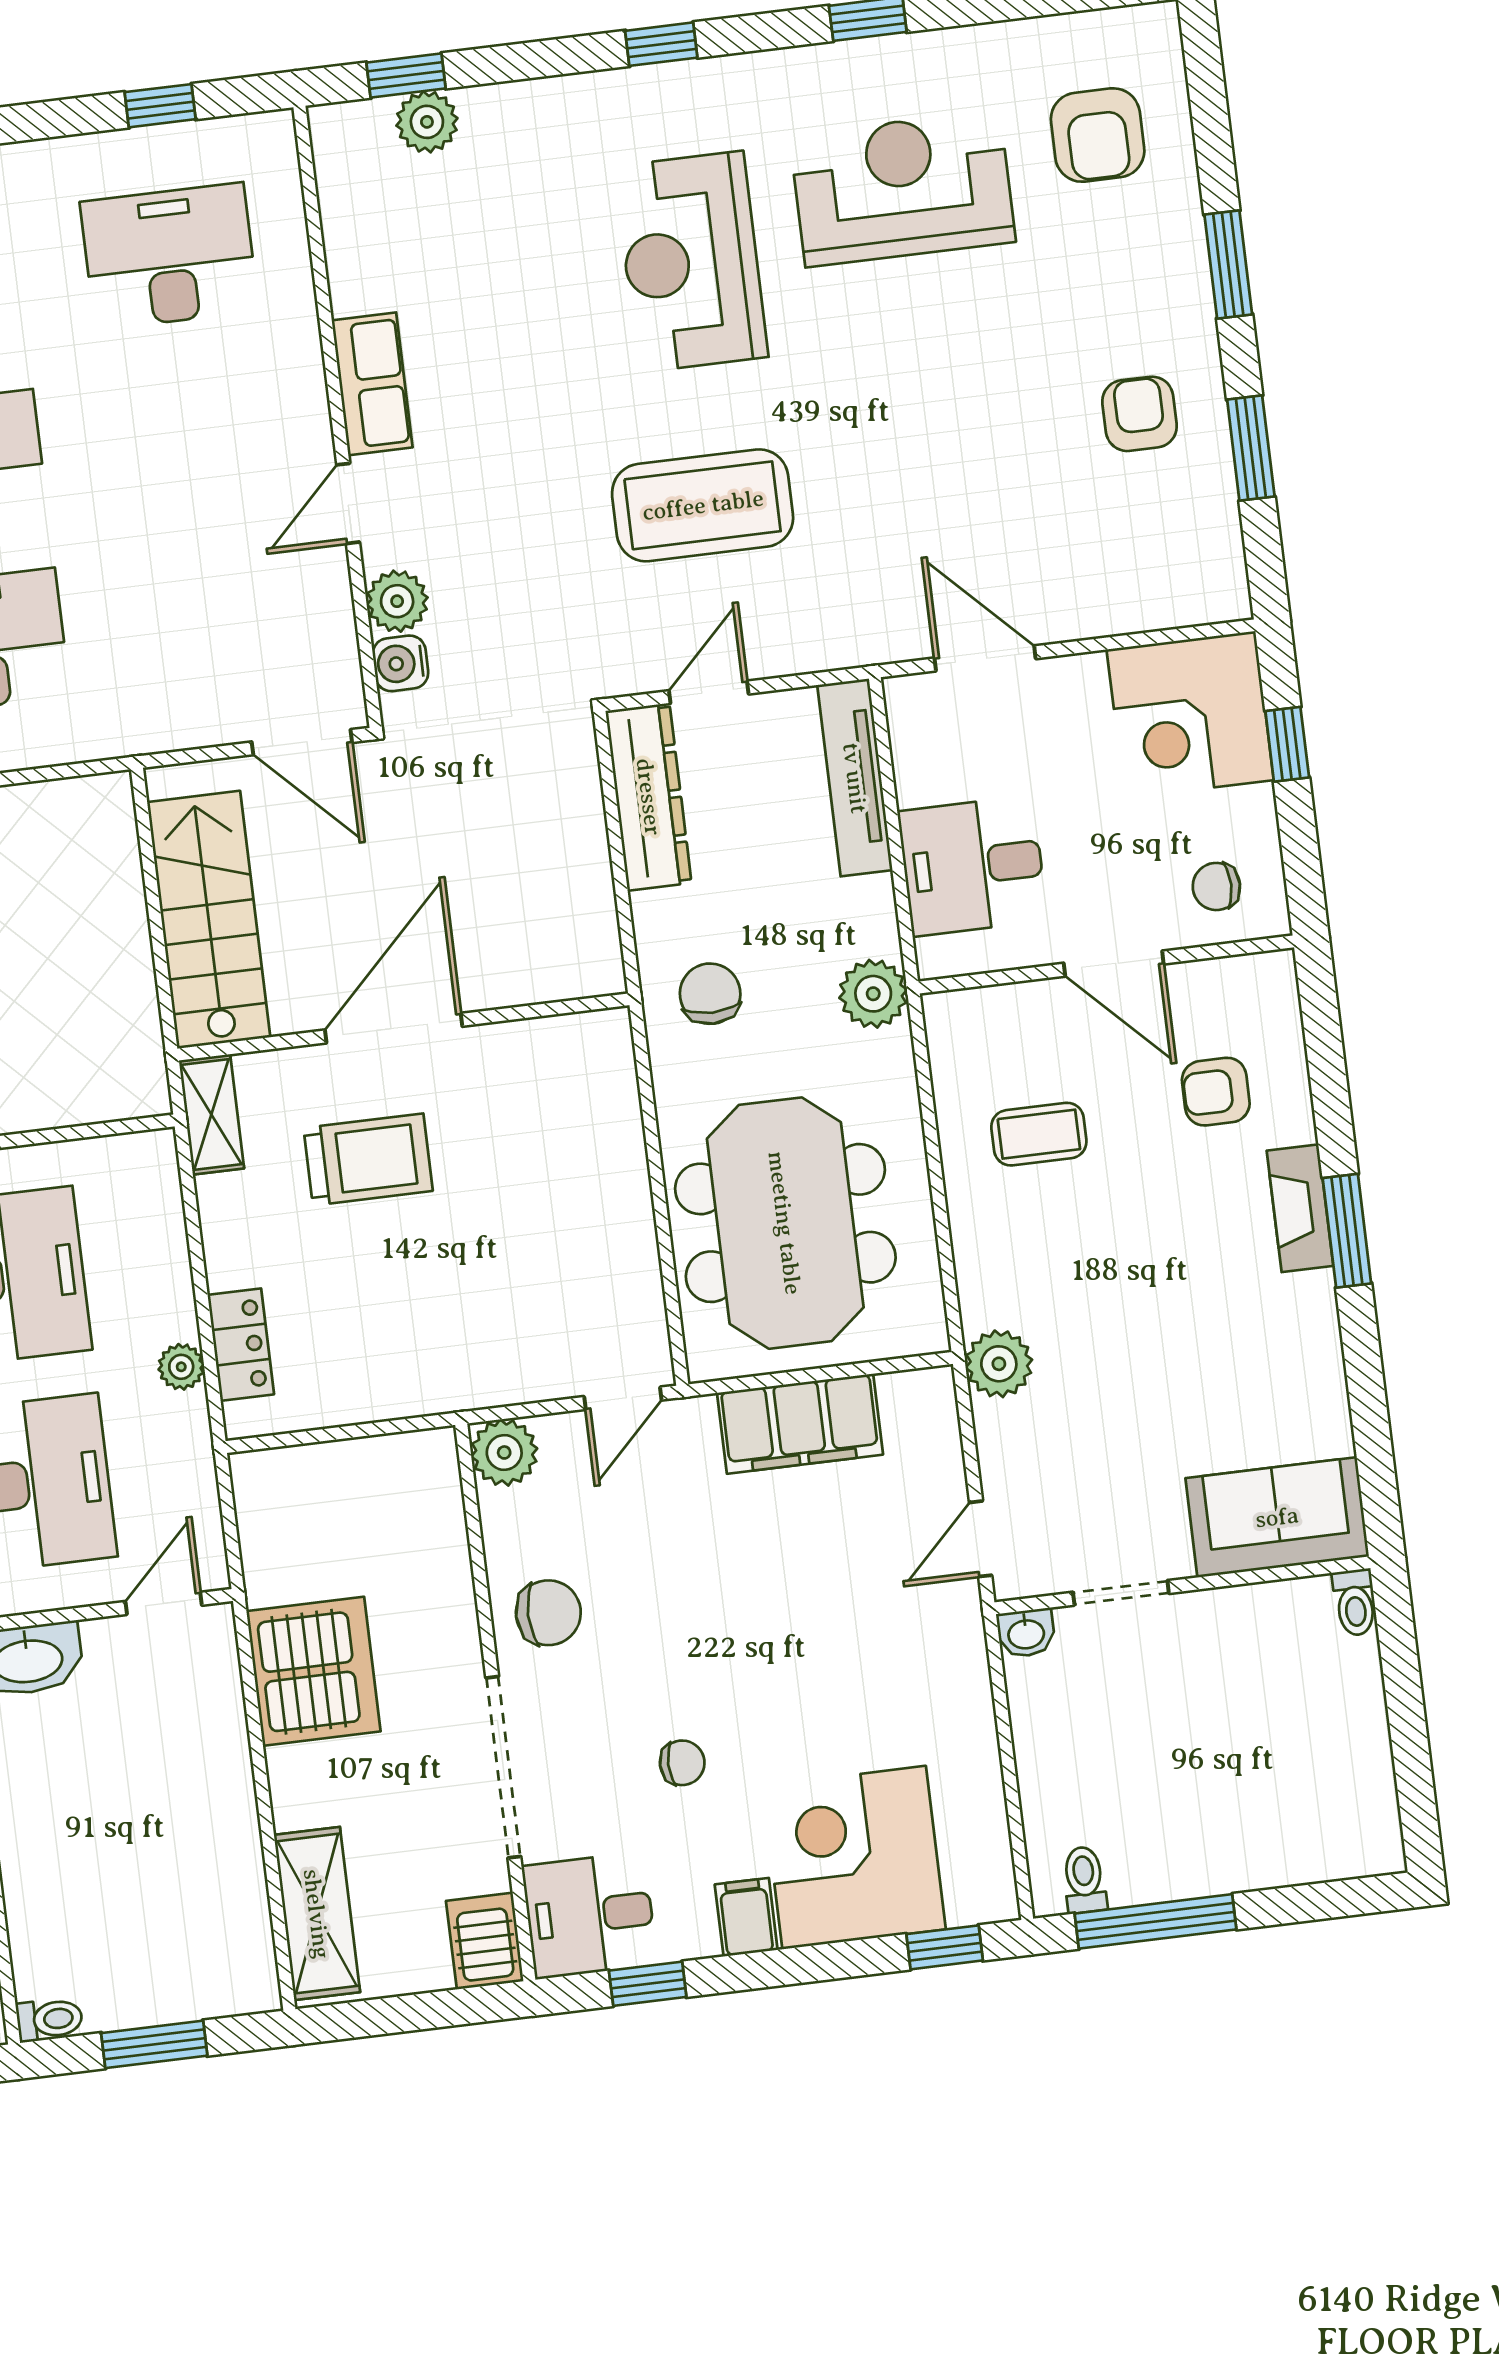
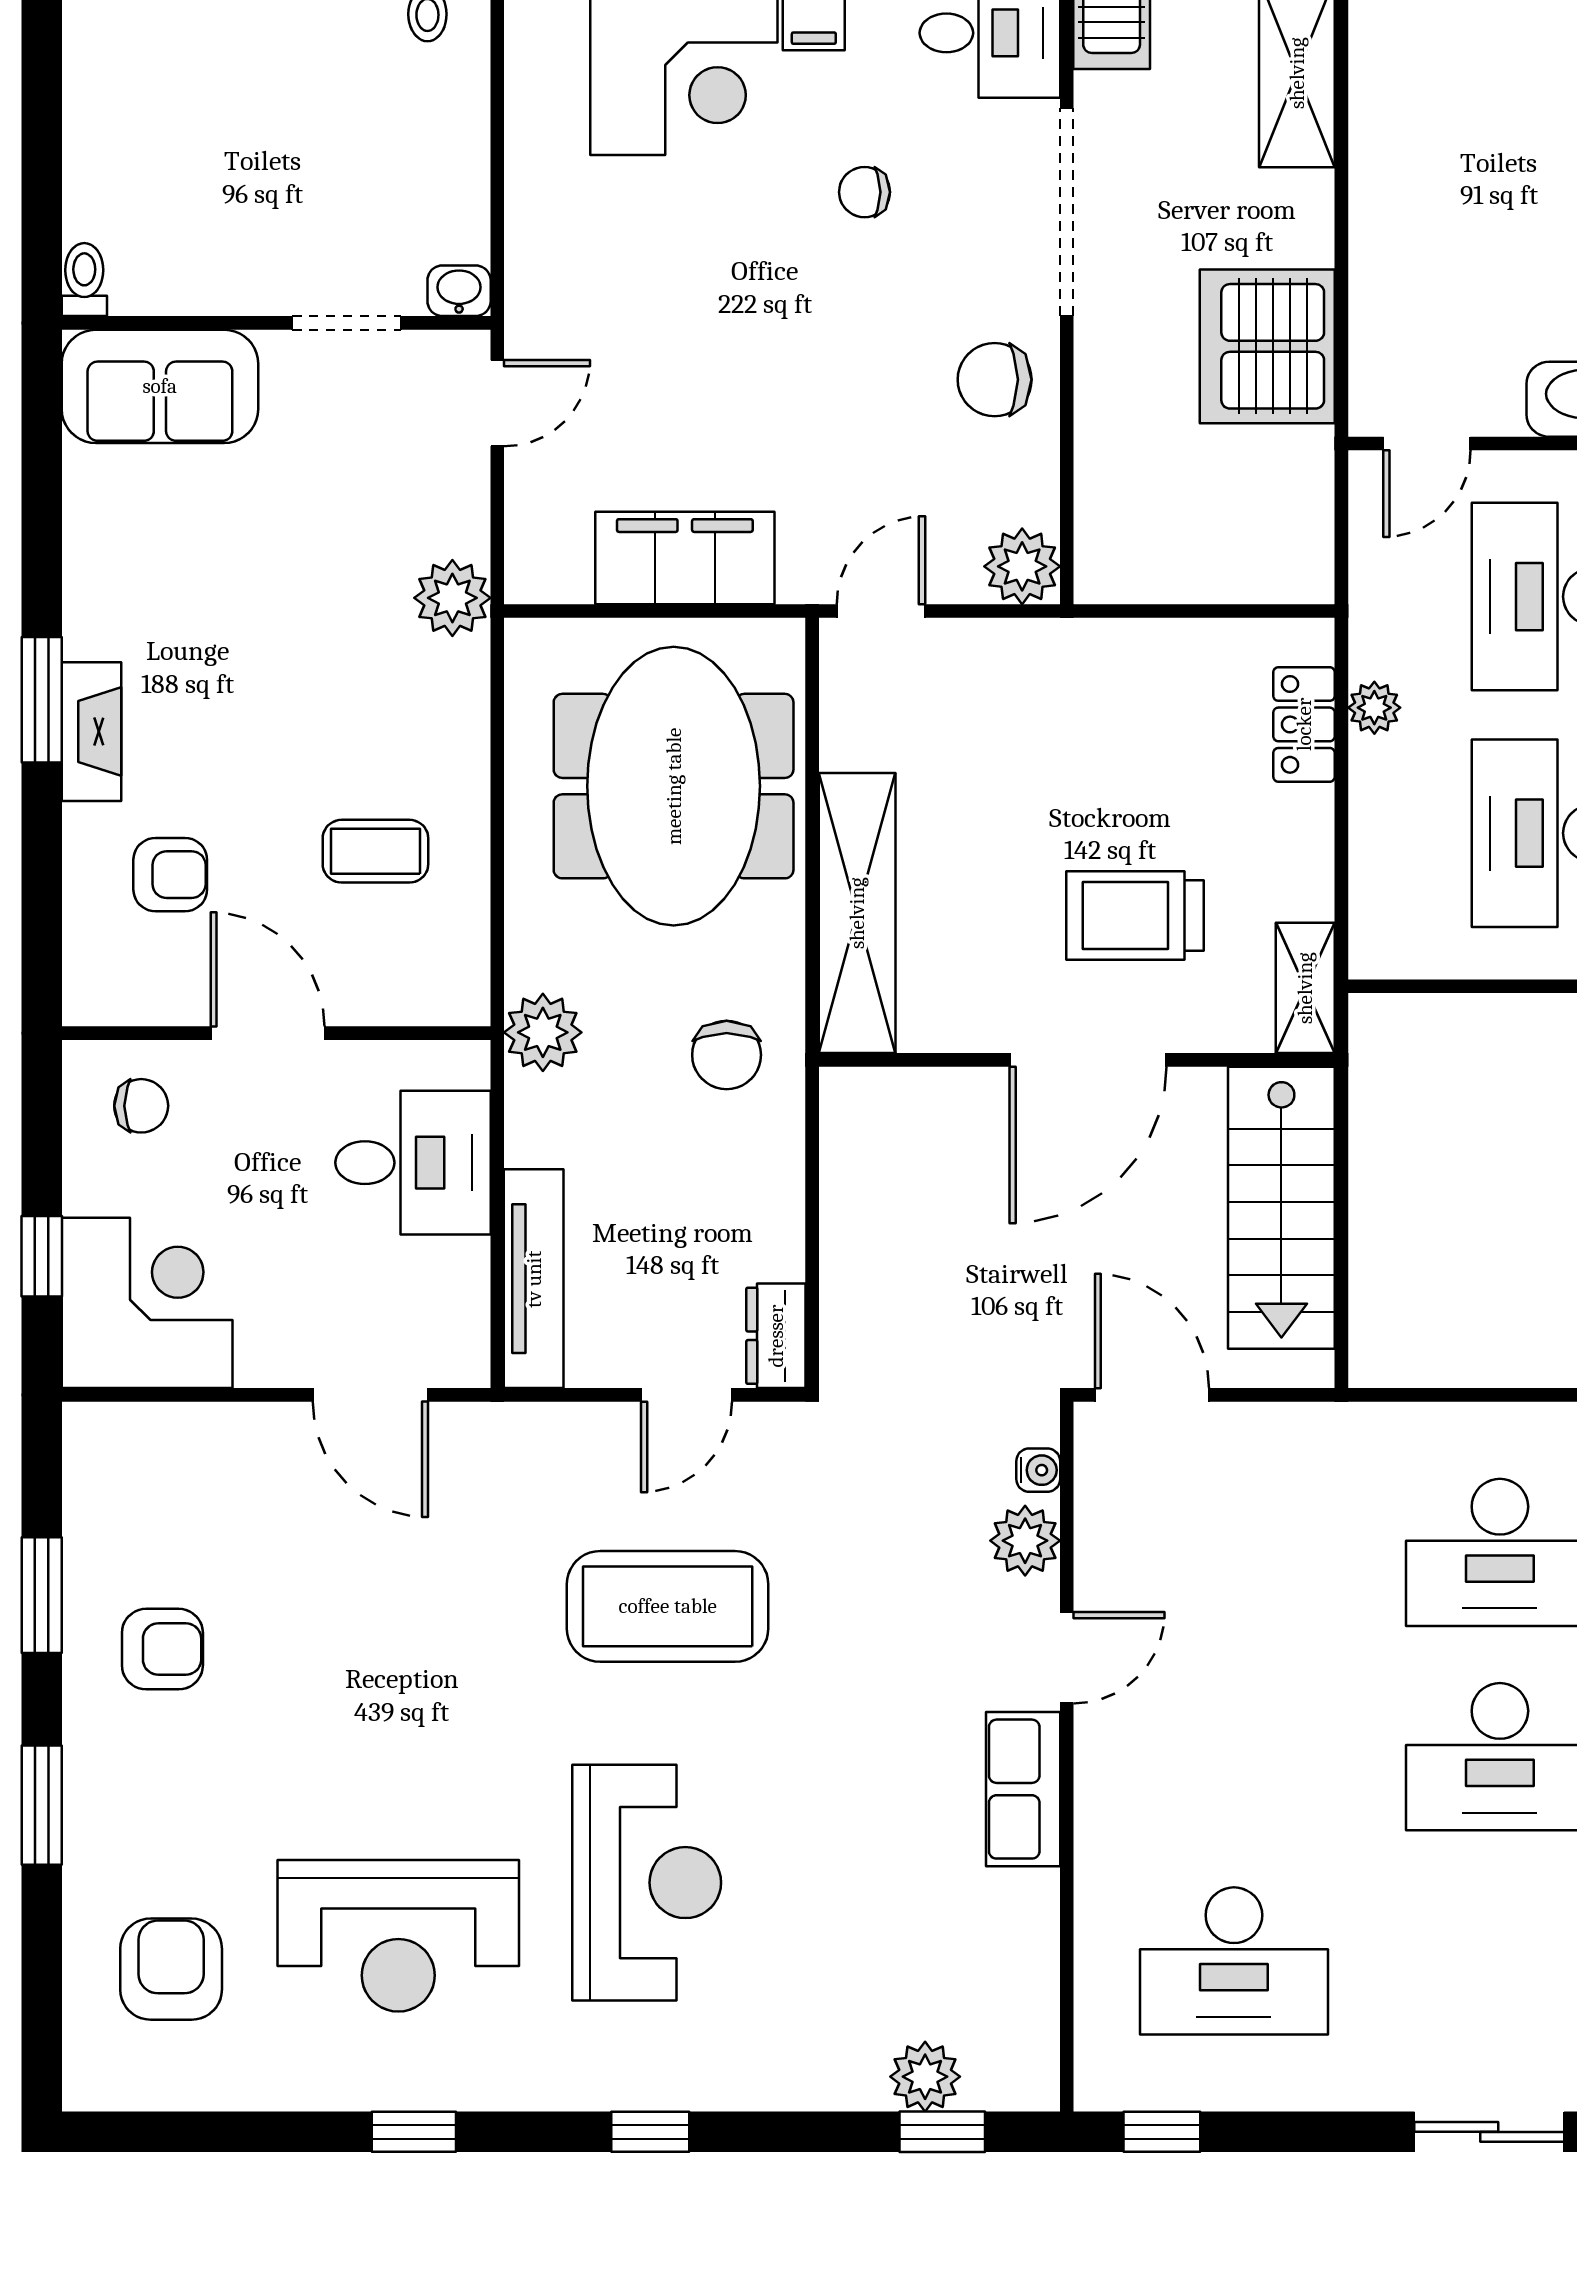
window: (160, 106) -> (1162, 2132), moved
armchair: (1140, 414) -> (162, 1649), turned -90
water cooler: (400, 663) -> (1038, 1470), width x0.72, depth x0.72
dresser: (649, 797) -> (776, 1336), width x0.51, depth x0.80
shelving: (611, 1132) -> (857, 913), added

